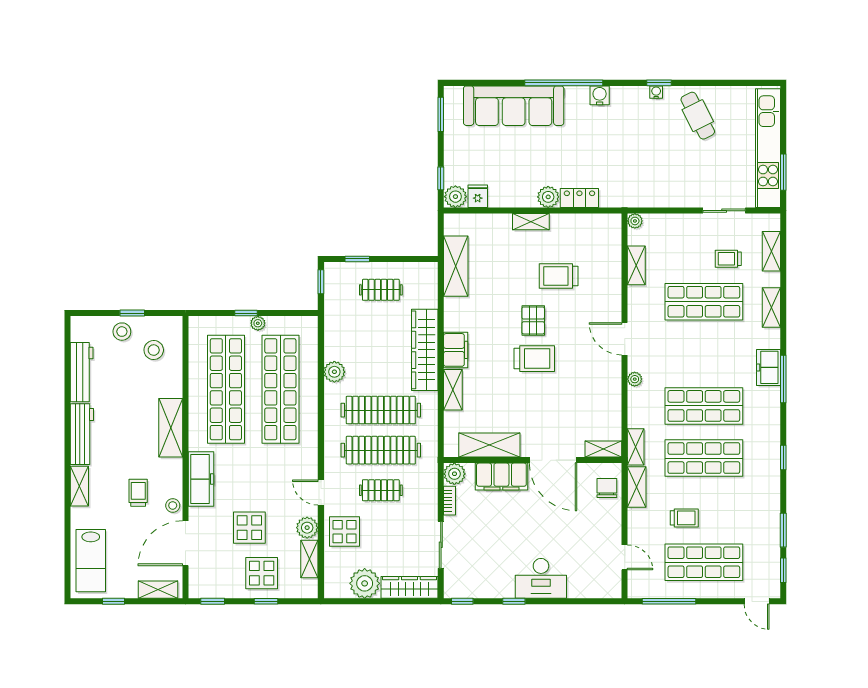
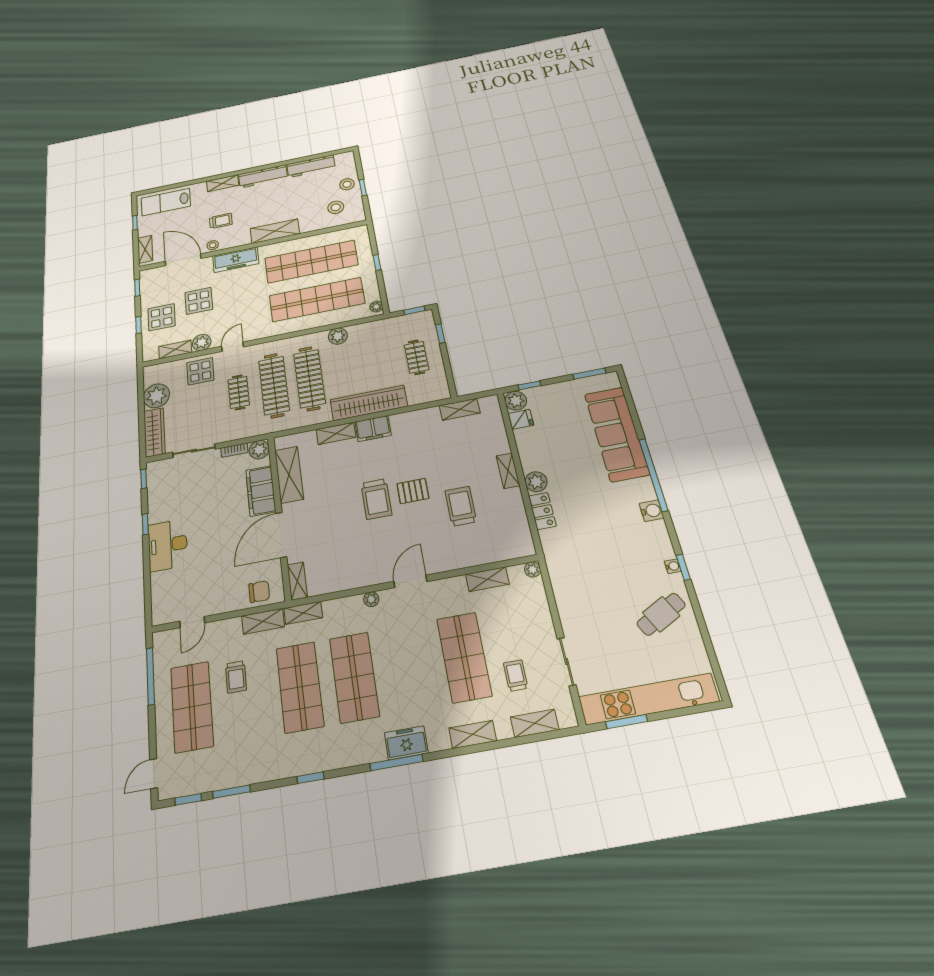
shelving: (456, 266) -> (460, 409), width x0.67, depth x0.75
plant: (258, 323) -> (376, 307), moved

